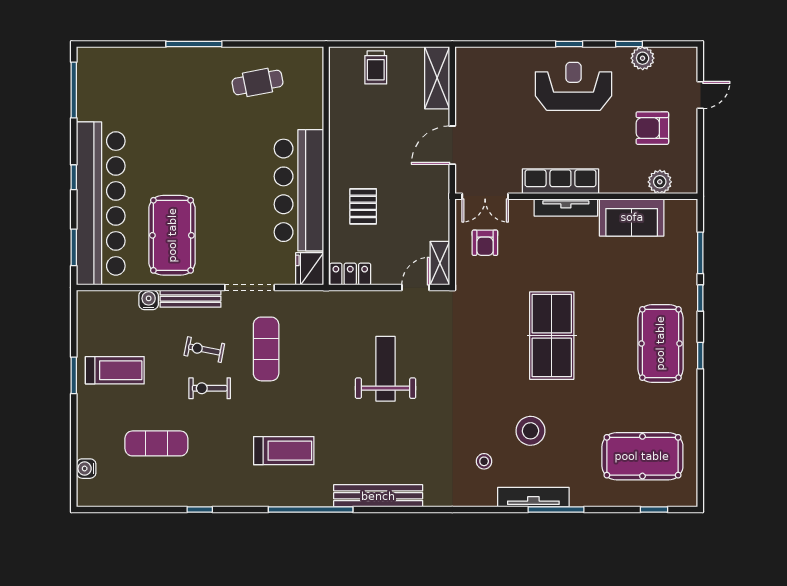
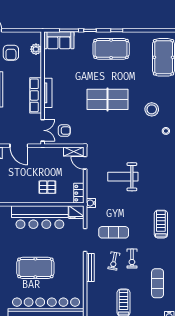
sofa: (632, 217) -> (59, 40), moved, turned 90
pool table: (172, 235) -> (35, 268), moved
water cooler: (149, 300) -> (91, 203), moved

